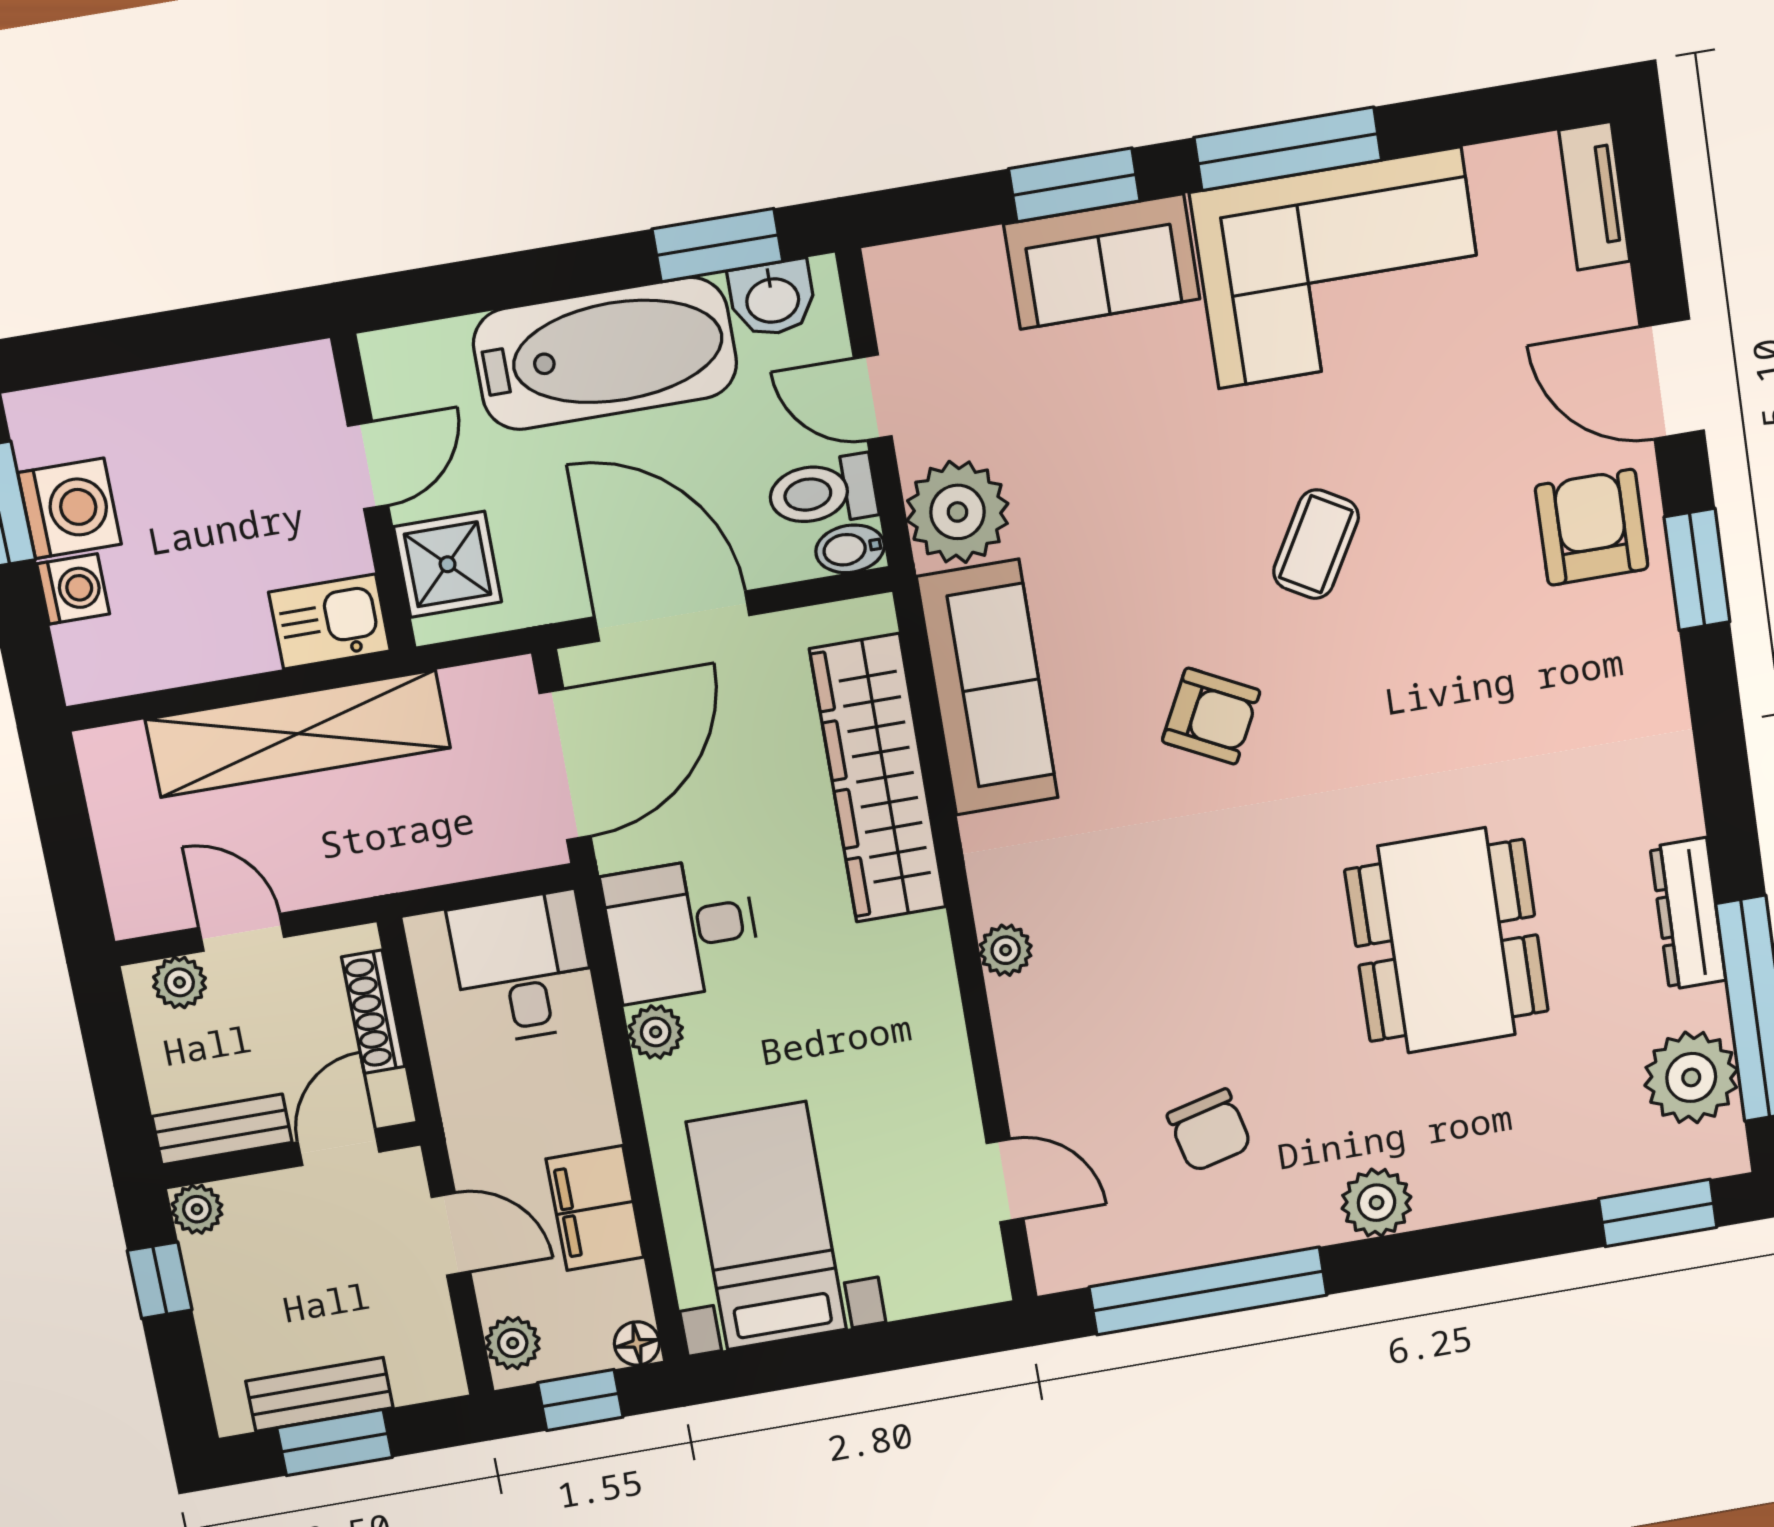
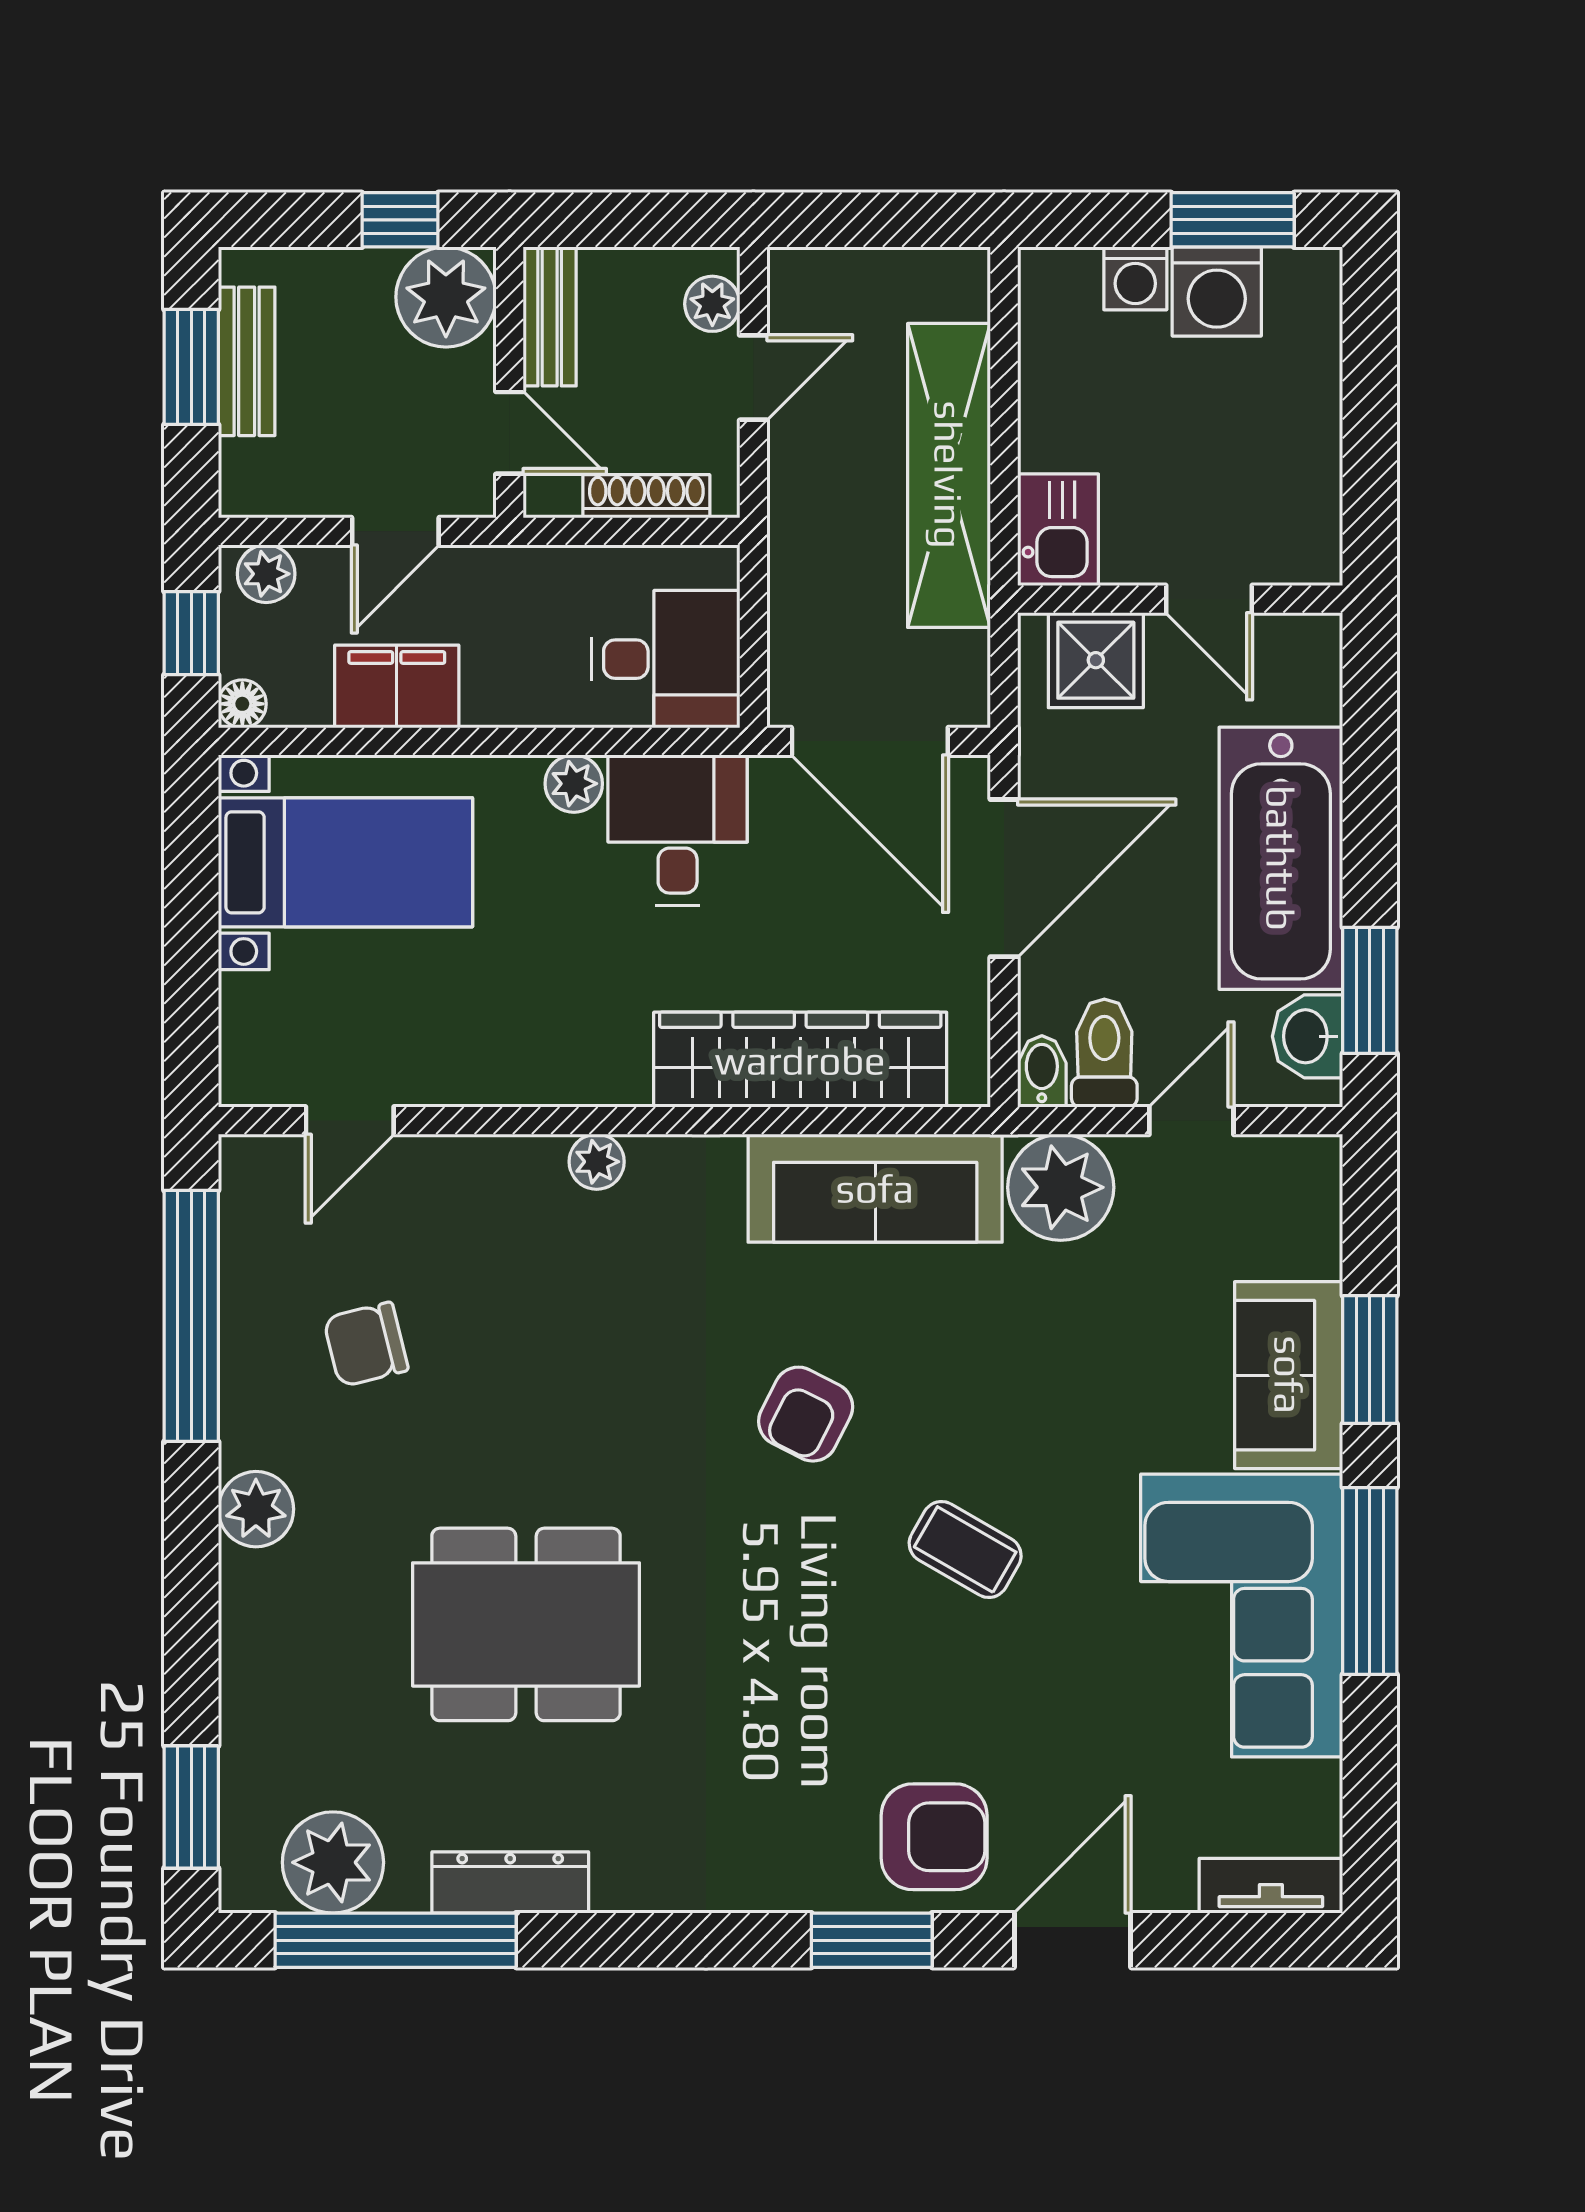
plant: (197, 1209) -> (446, 297), width x1.87, depth x1.87

